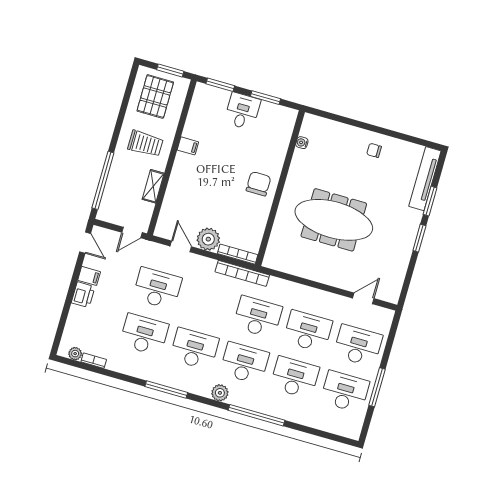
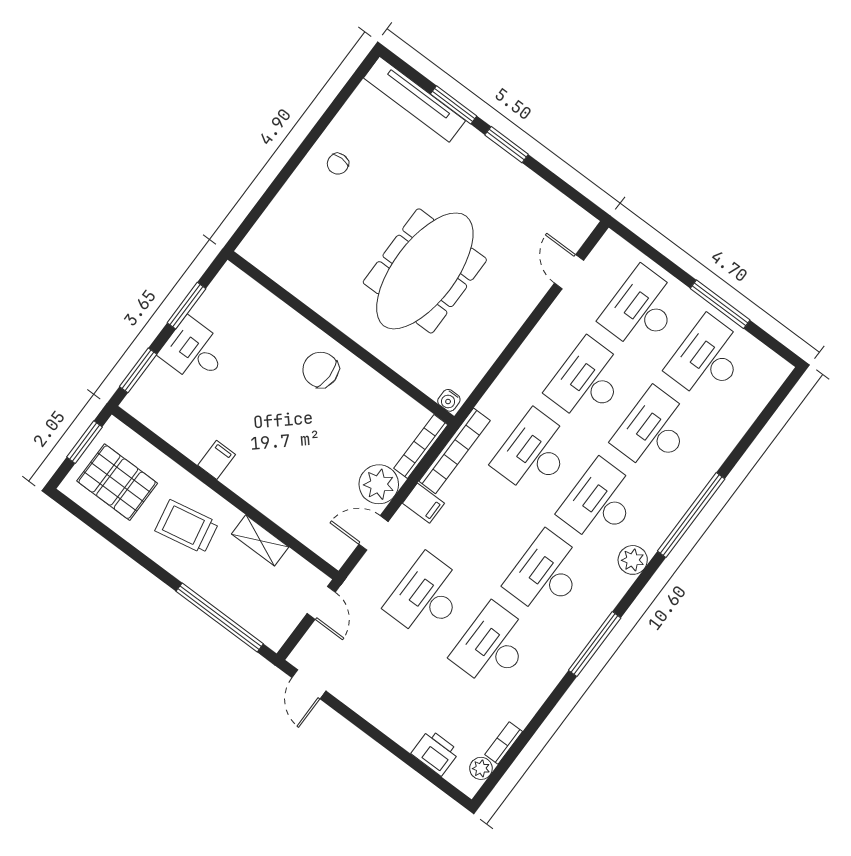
water cooler: (302, 143) -> (449, 400), moved
trolley: (145, 144) -> (187, 527), turned -101
door: (85, 243) -> (309, 684), swing flipped
filing cabinet: (89, 276) -> (423, 503), moved, turned 90
printer: (83, 295) -> (435, 752), moved

